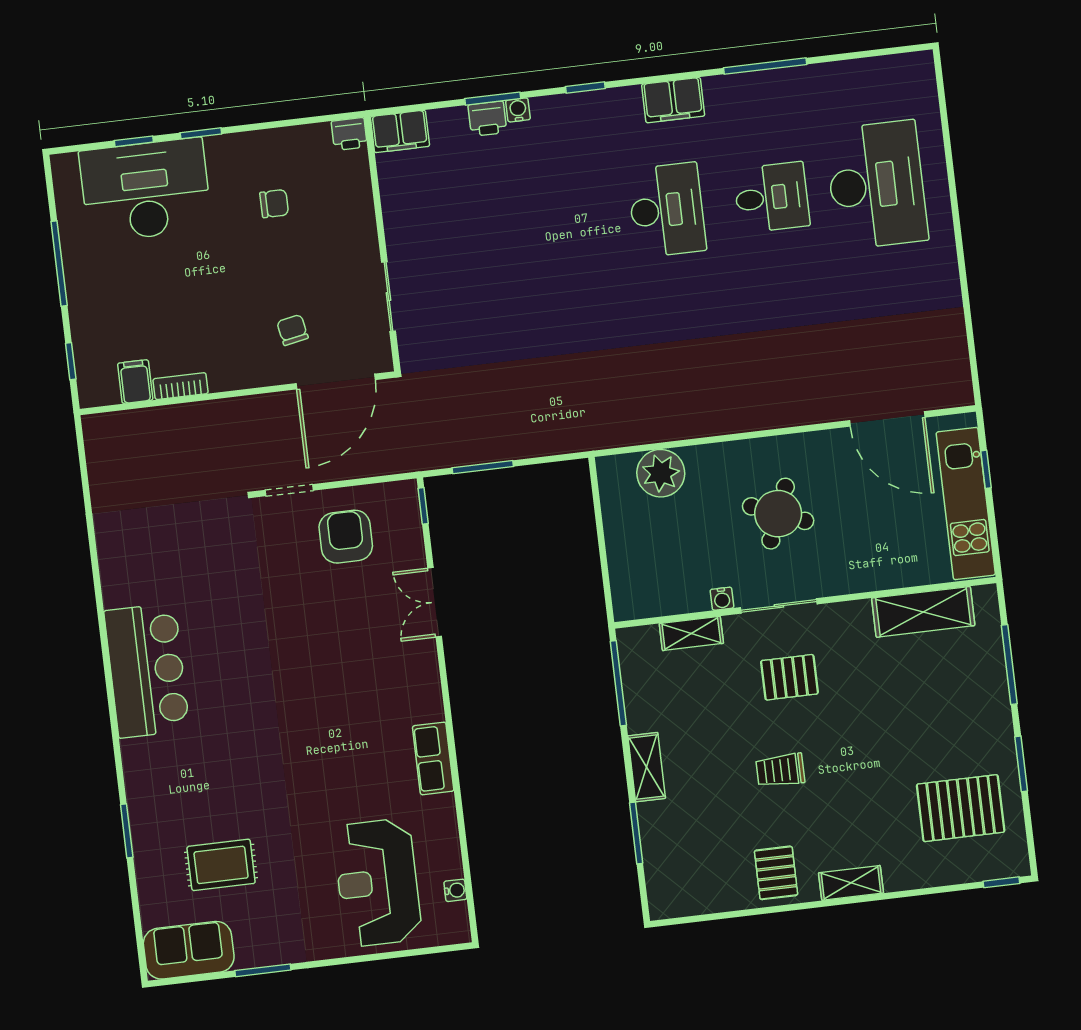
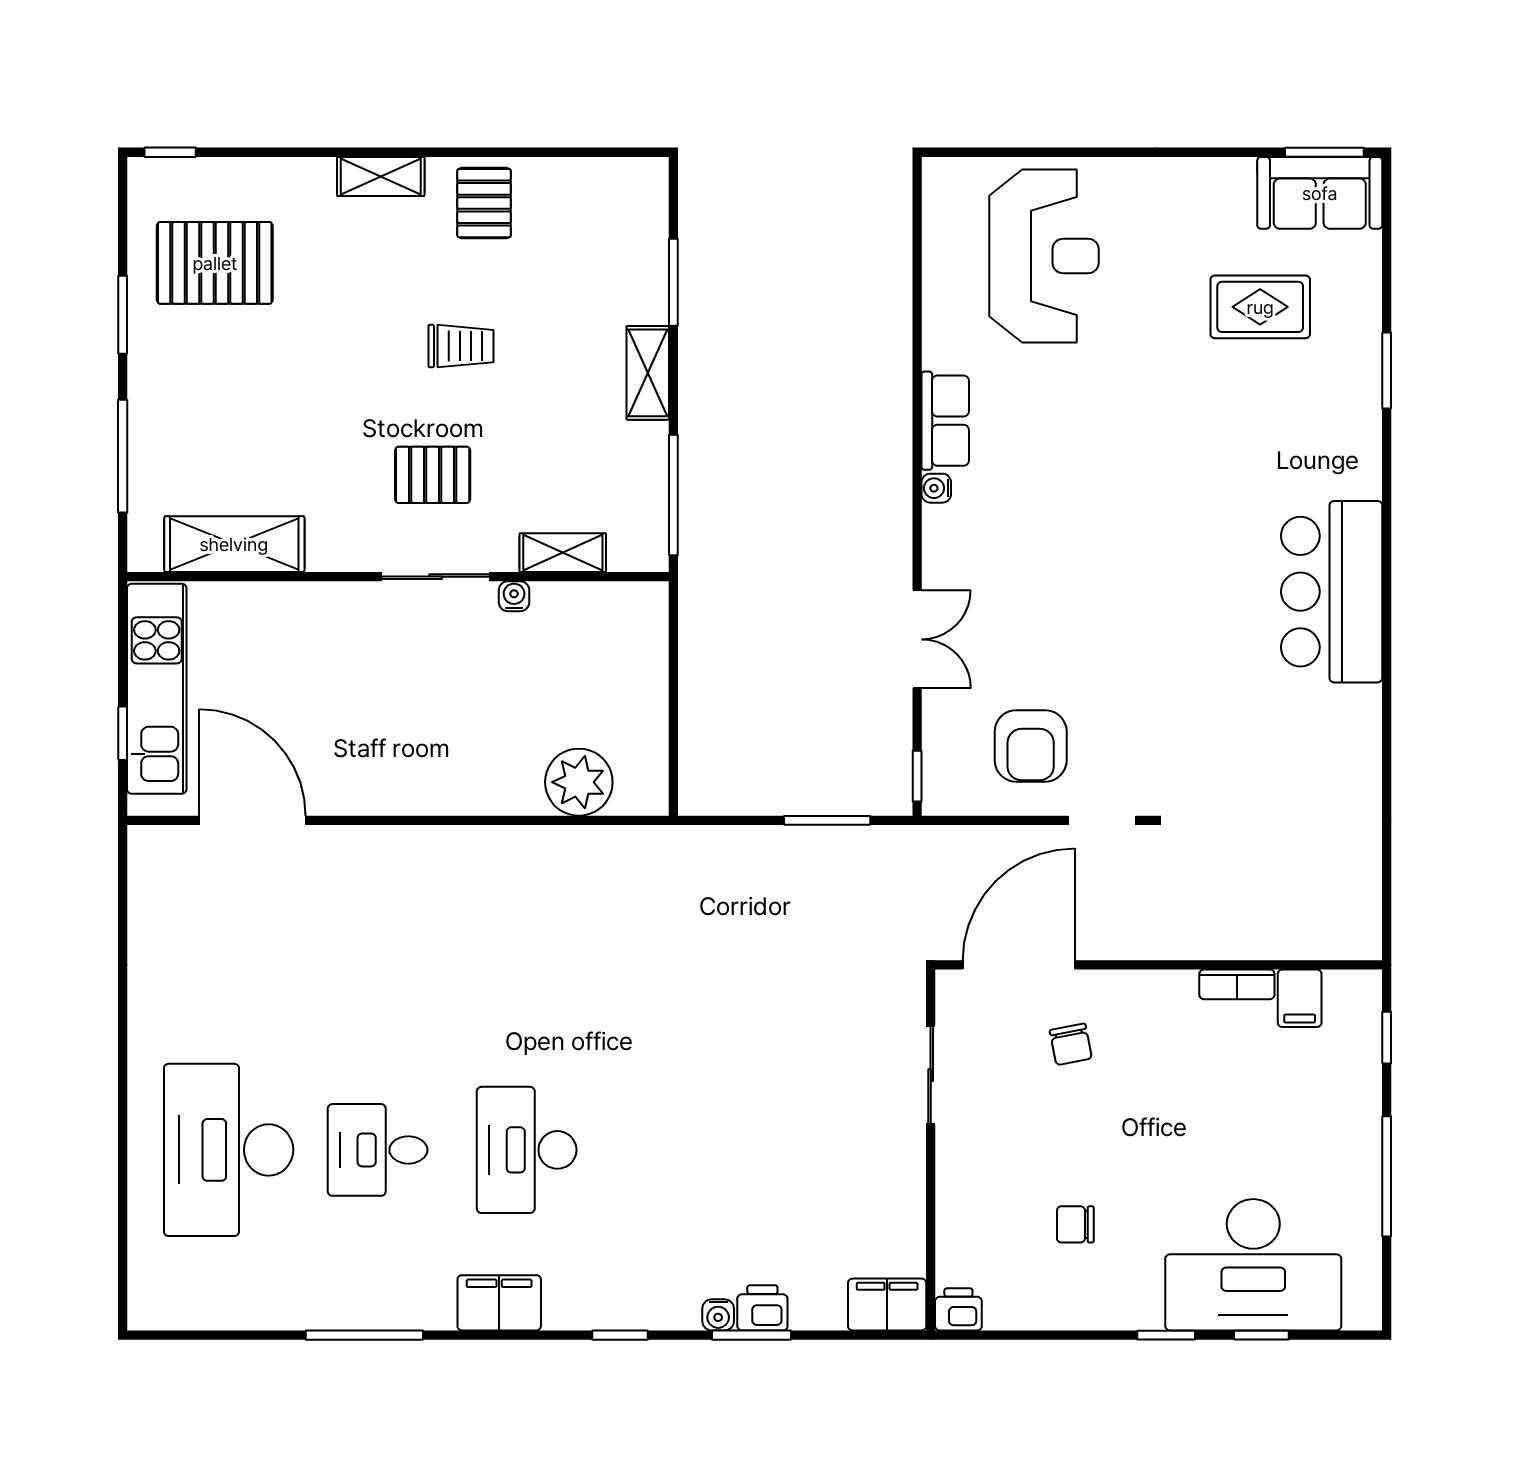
round table: (778, 514) -> (421, 706), removed
water cooler: (455, 890) -> (936, 488), moved
window: (263, 970) -> (1324, 152), moved

